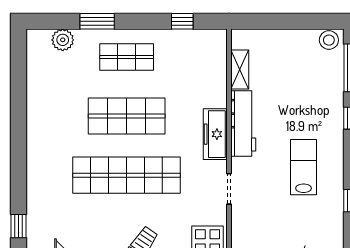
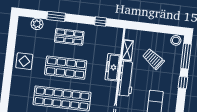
trolley: (290, 80) -> (153, 59), added
display table: (47, 113) -> (24, 61), added
freezer: (215, 134) -> (113, 67), moved

